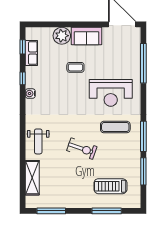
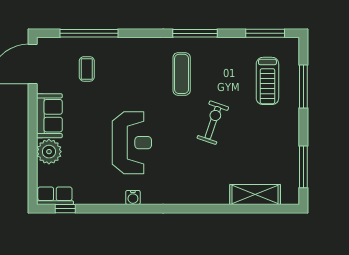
row of seats: (31, 53) -> (55, 196), moved
coffee table: (75, 67) -> (87, 69), moved
window: (23, 78) -> (111, 209), removed
reception desk: (111, 93) -> (132, 143), moved
weight bench: (38, 141) -> (202, 186), removed
window: (143, 171) -> (265, 33), moved

